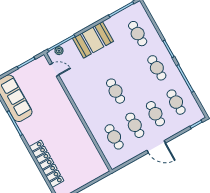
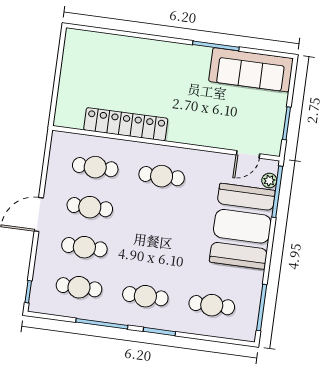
booth: (93, 40) -> (242, 226), width x1.36, depth x1.42
cafe table: (116, 91) -> (162, 176), moved
locker: (47, 164) -> (126, 124), moved, turned 180

